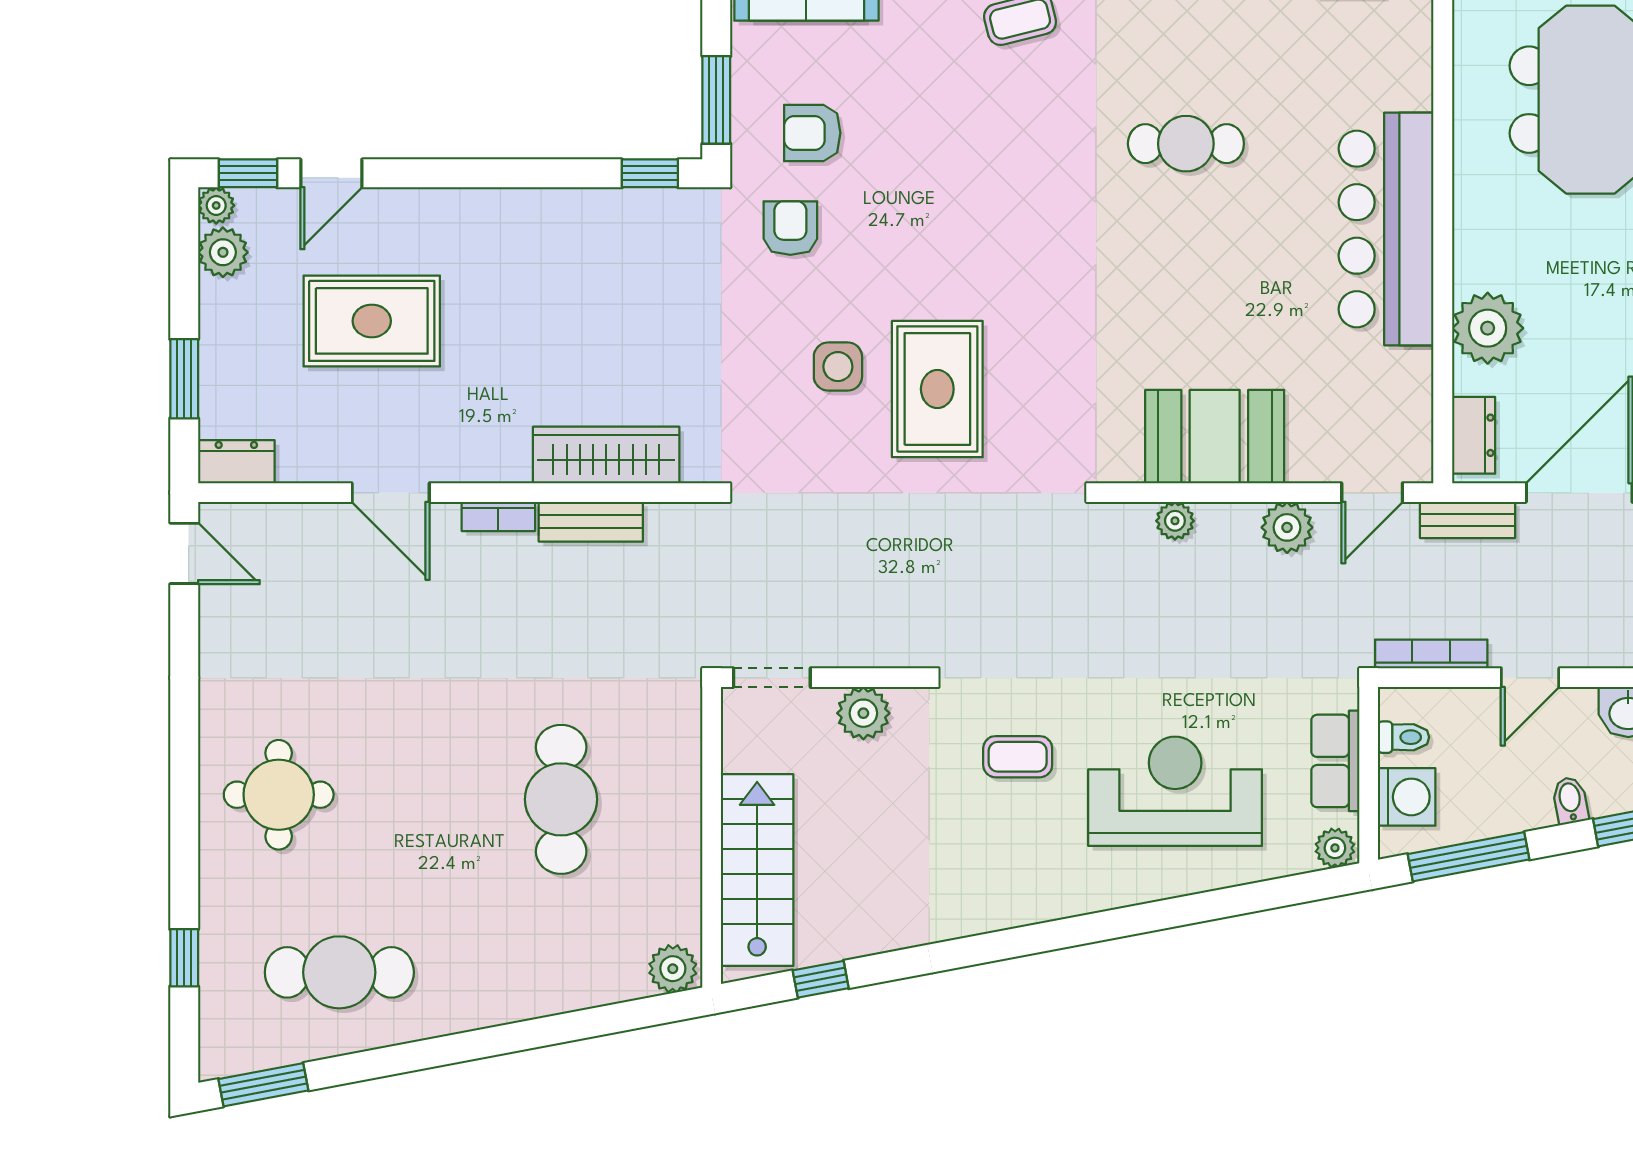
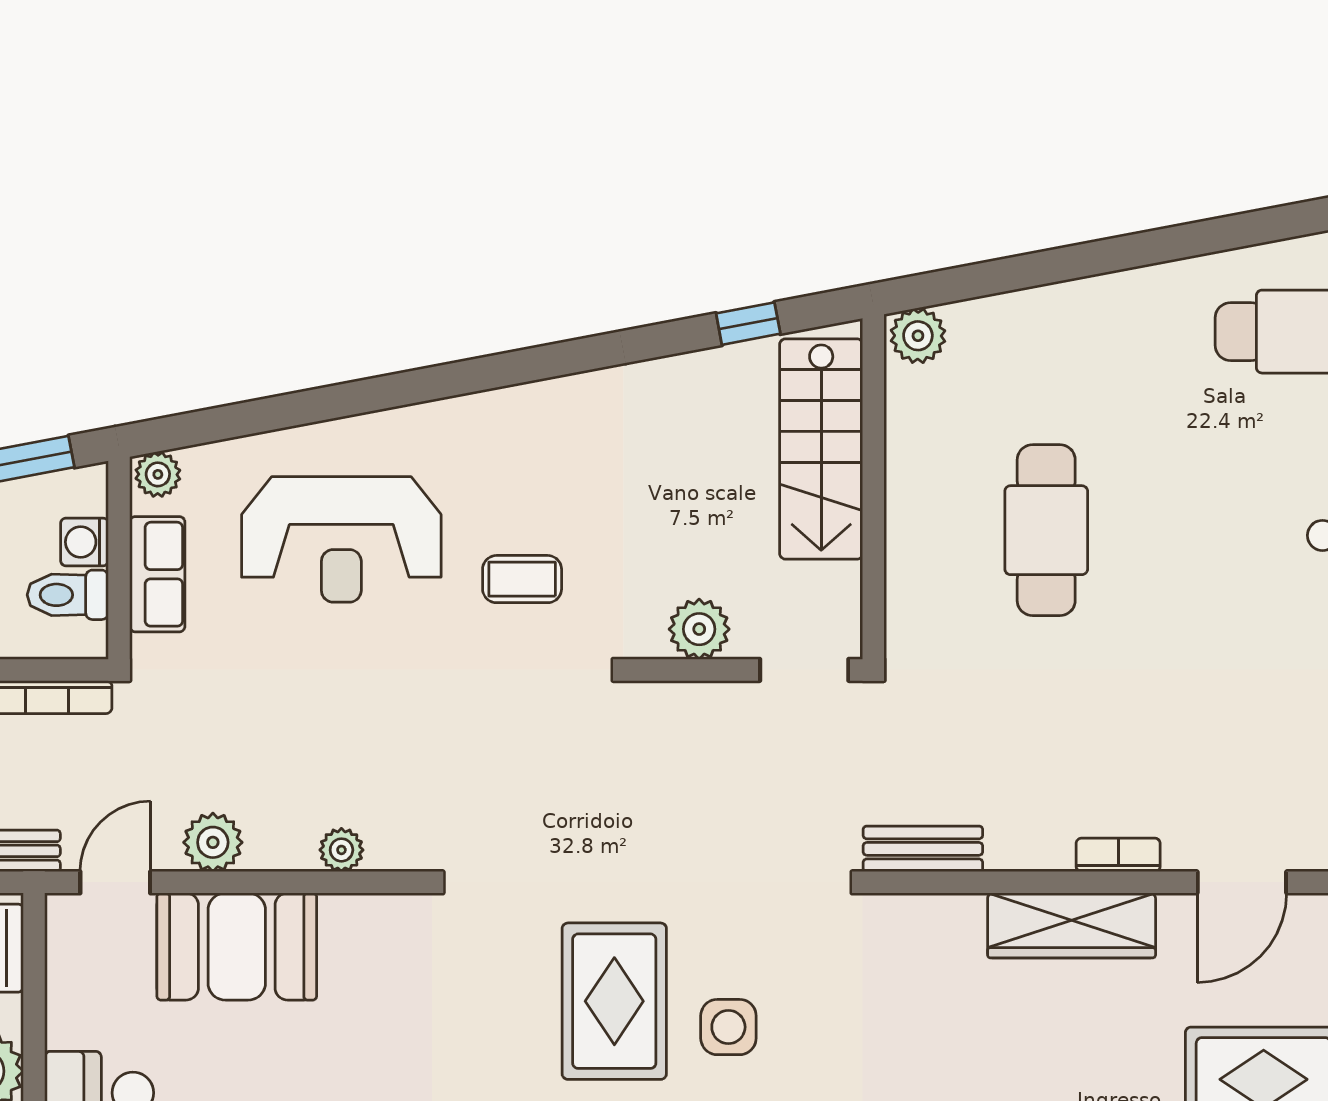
booth: (1215, 437) -> (237, 947), moved
wardrobe: (606, 455) -> (1072, 925), moved
door: (391, 493) -> (1242, 882), swing flipped
bench: (591, 522) -> (923, 849), moved
toilet: (1404, 737) -> (68, 595), width x1.37, depth x1.39
washing machine: (1407, 797) -> (84, 542), width x0.73, depth x0.73

